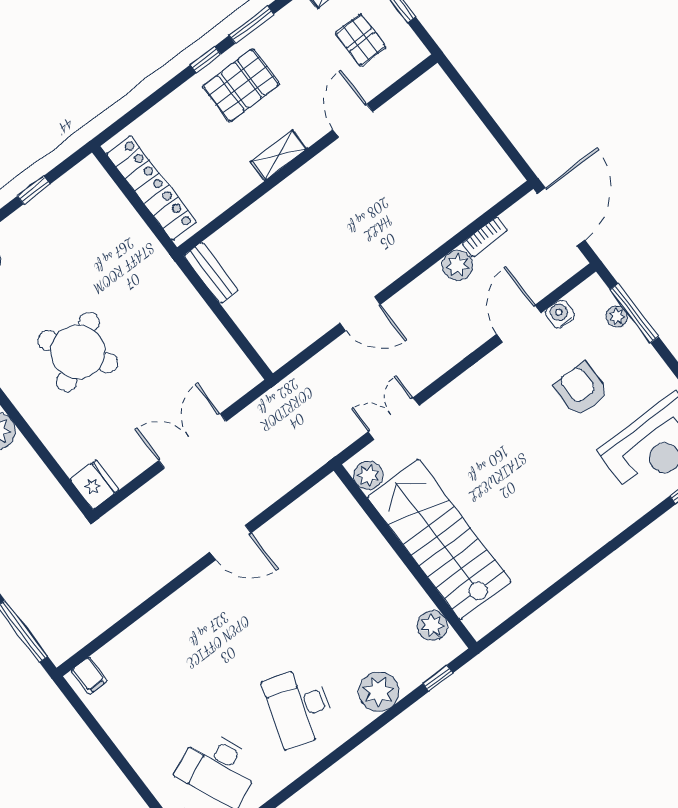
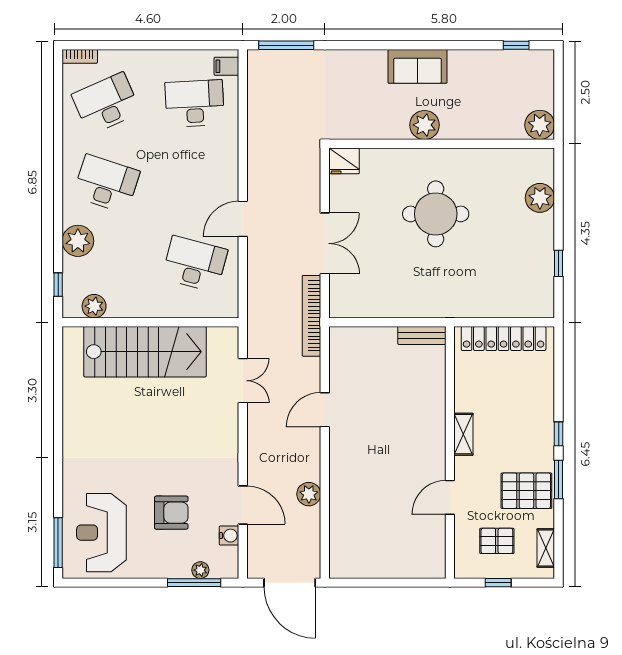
pallet: (241, 85) -> (526, 491), moved, turned 90
door: (353, 121) -> (450, 497), swing flipped
bookcase: (485, 237) -> (311, 316), moved, width x2.31, depth x1.31
round table: (78, 352) -> (436, 214), turned 32
plant: (368, 475) -> (219, 338), removed
desk: (313, 556) -> (195, 264), added
desk: (151, 679) -> (195, 103), added

